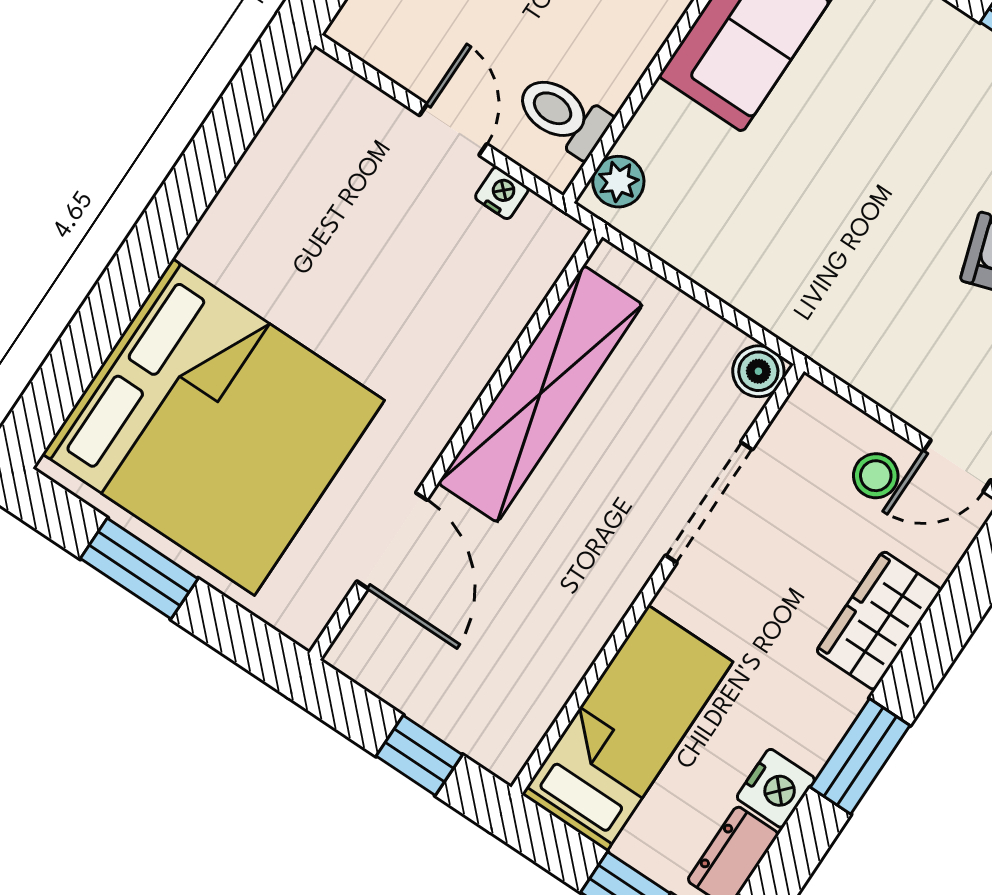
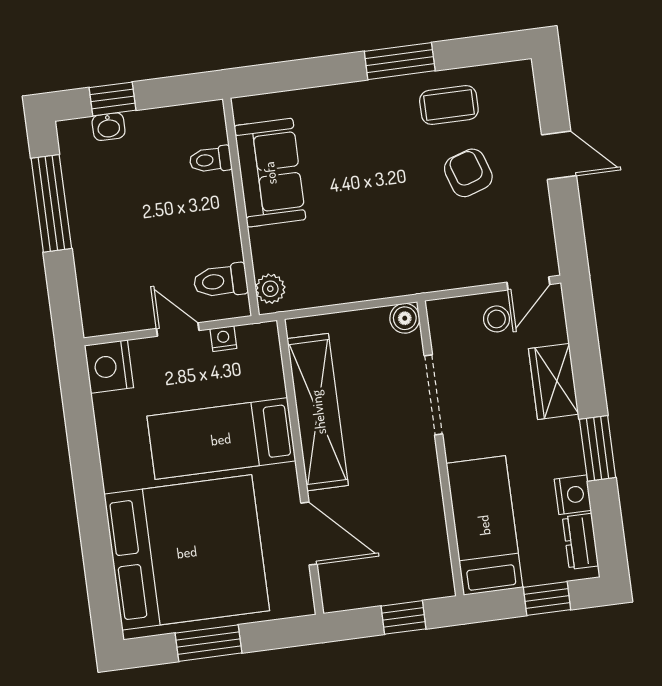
nightstand: (323, 100) -> (109, 367), added
bed: (386, 319) -> (221, 439), added

